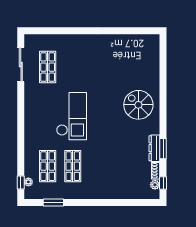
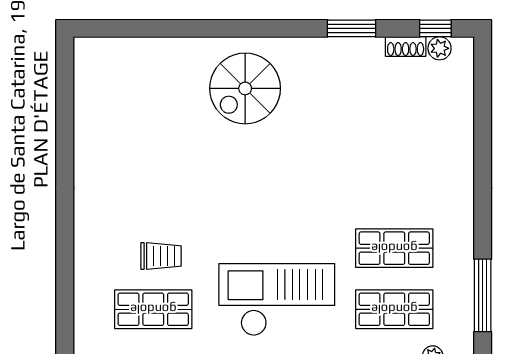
trolley: (70, 70) -> (161, 256), added
checkout: (71, 116) -> (277, 300), moved
dresser: (154, 148) -> (351, 49), removed
window: (53, 202) -> (483, 295), width x1.44

